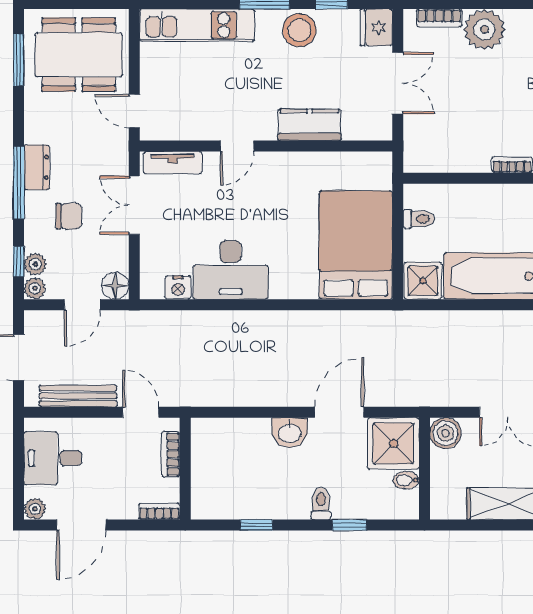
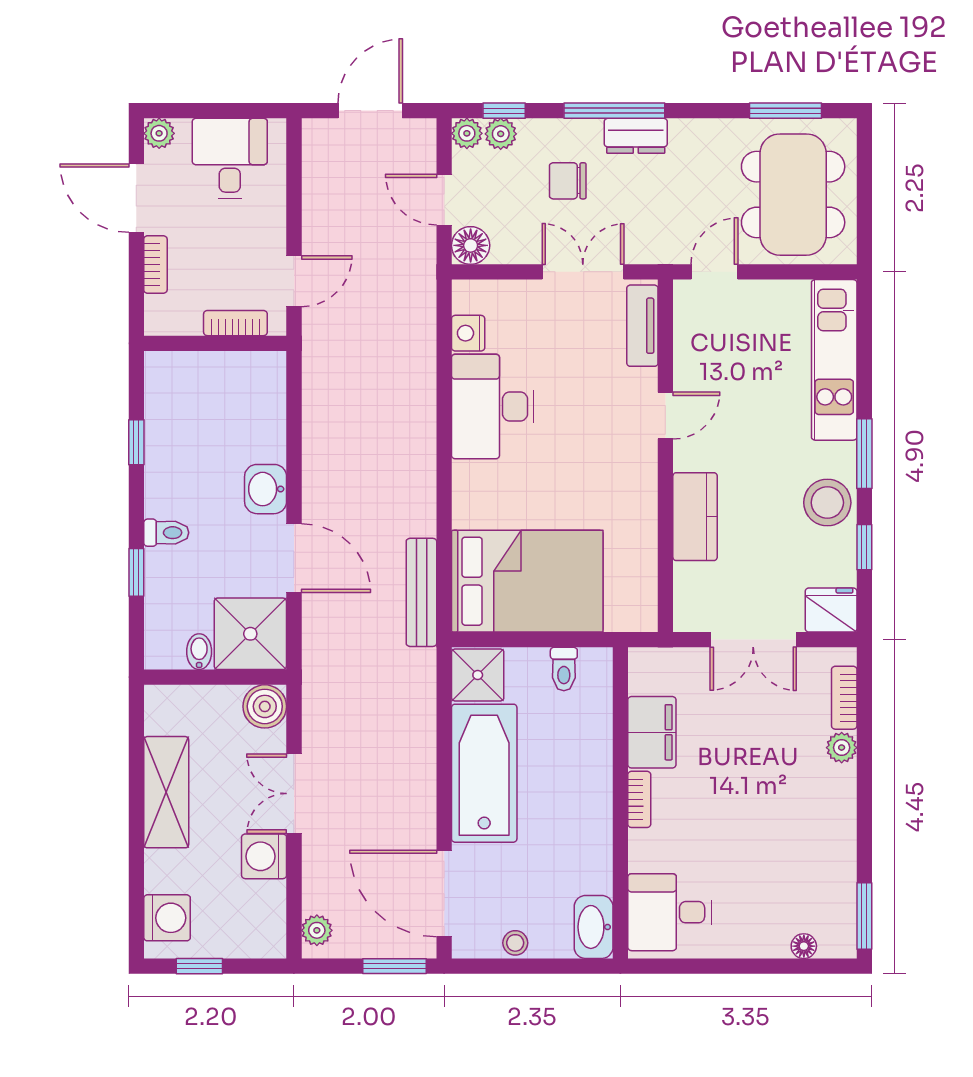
plant: (484, 29) -> (842, 748), width x0.53, depth x0.53
door: (237, 146) -> (665, 416), swing flipped
filing cabinet: (464, 156) -> (652, 732), added
chair: (69, 216) -> (568, 181), turned 90
bench: (78, 396) -> (421, 592), moved
bookcase: (159, 511) -> (155, 265), moved

